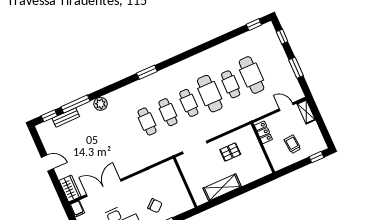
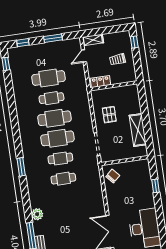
cafe table: (189, 103) -> (57, 138), width x1.37, depth x1.35
chair: (155, 206) -> (113, 176), moved

